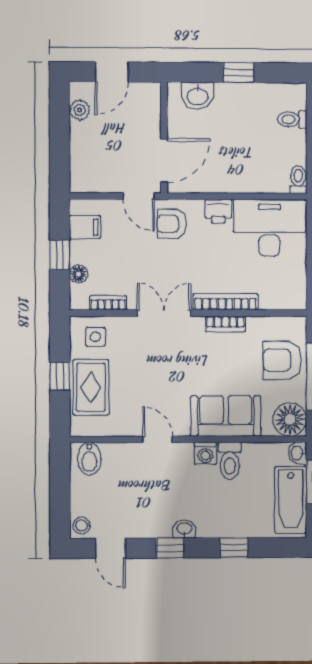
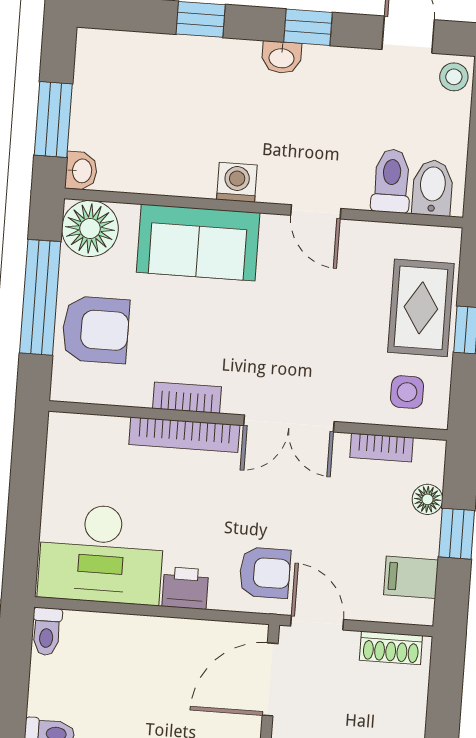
shoe rack: (94, 184) -> (391, 648), added
toilet: (230, 461) -> (391, 181), moved
bathtub: (291, 500) -> (98, 93), removed

